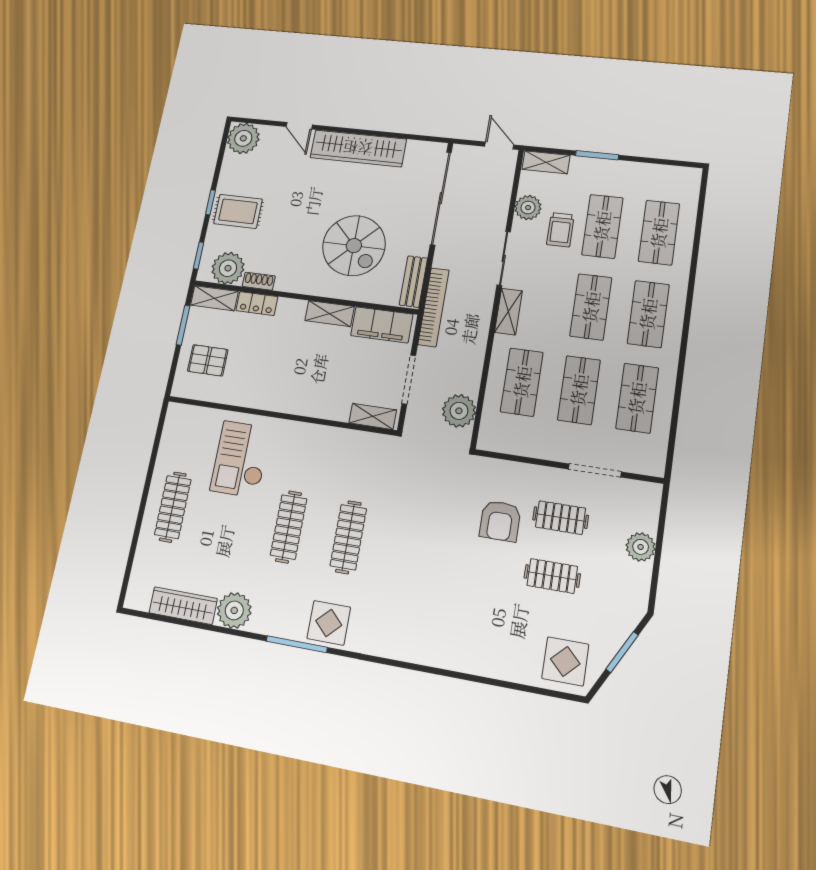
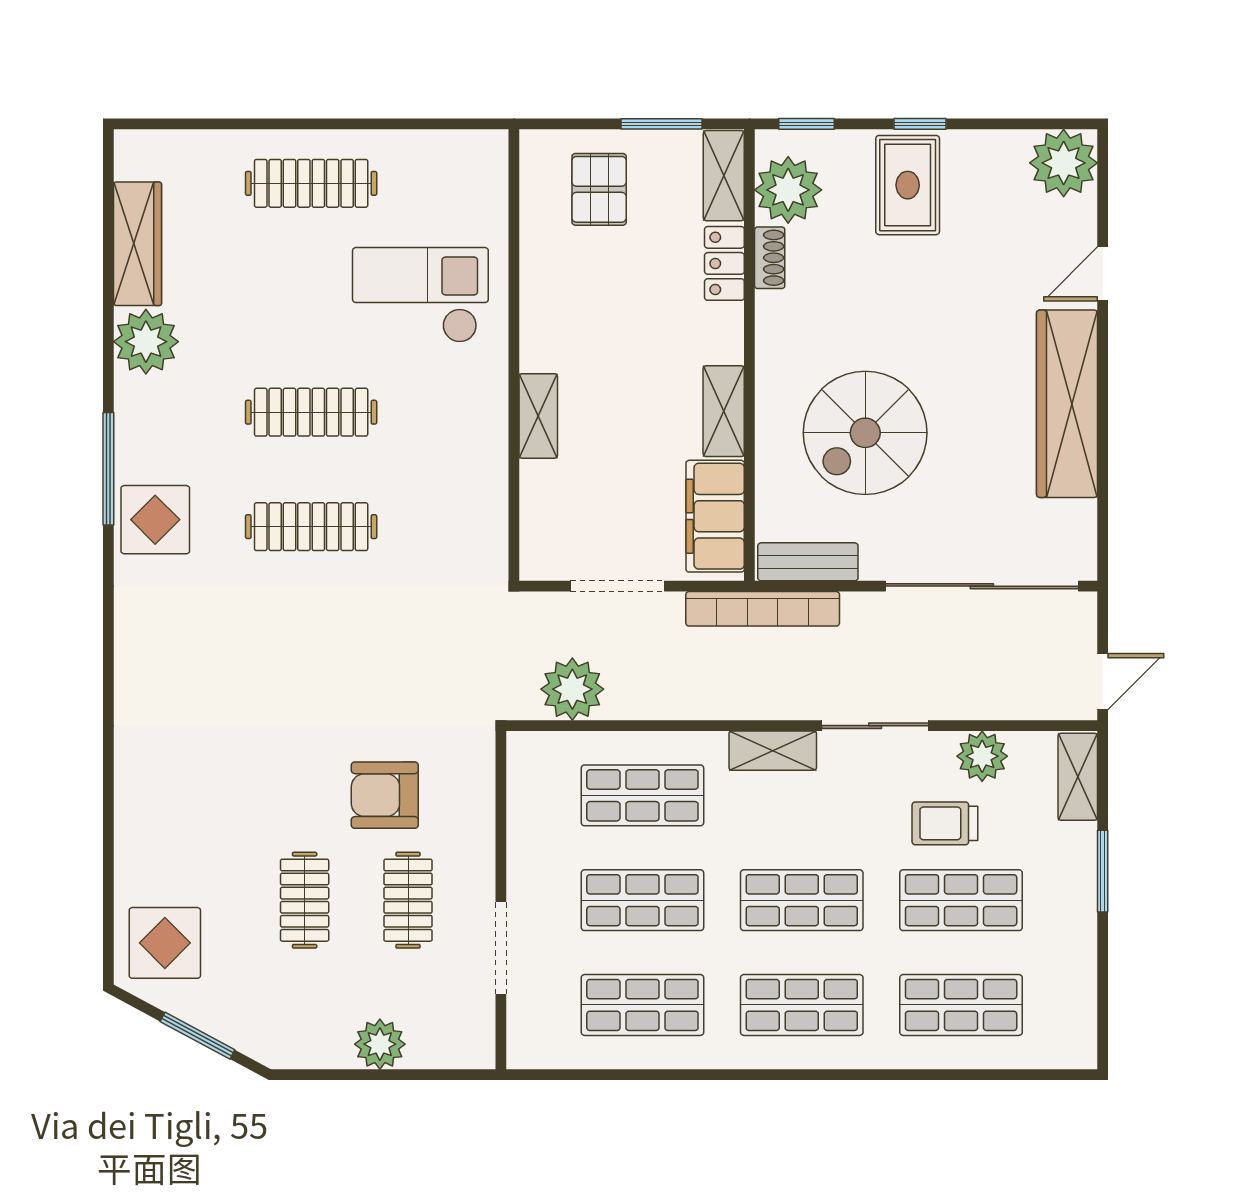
shelving: (373, 416) -> (538, 416), moved

